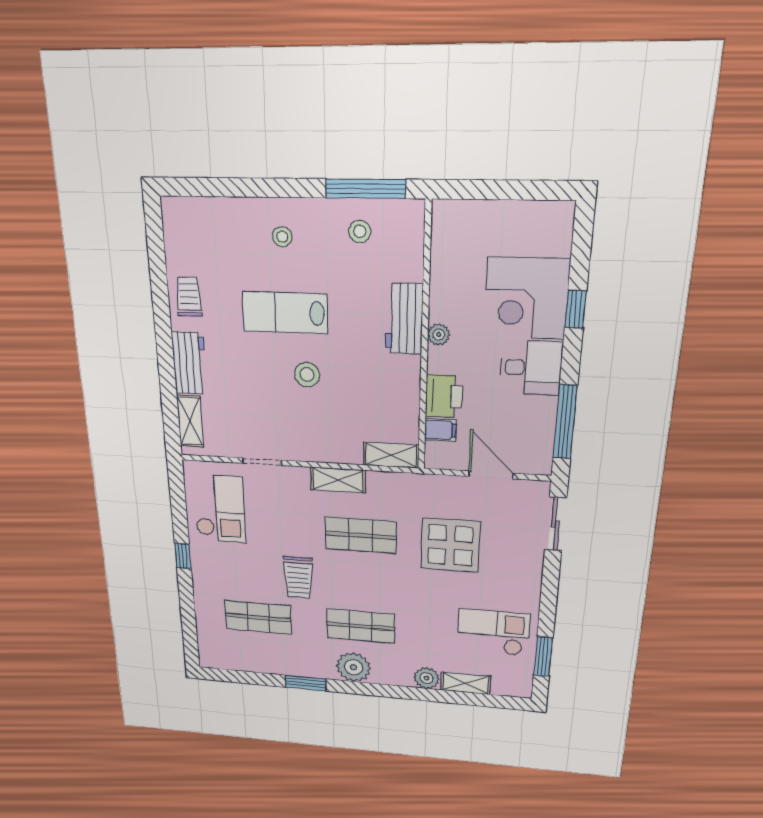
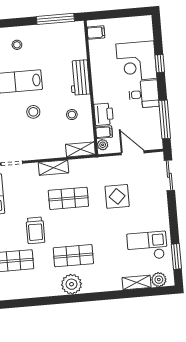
filing cabinet: (449, 227) -> (96, 32), added
stool: (360, 231) -> (72, 115), moved
plant: (439, 335) -> (103, 145), moved
display table: (450, 545) -> (117, 196), width x0.73, depth x0.73
plant: (427, 678) -> (159, 280), moved
window: (306, 683) -> (44, 301), removed

